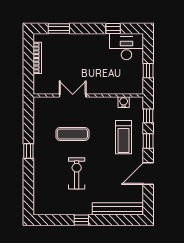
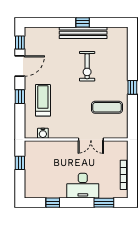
desk: (126, 47) -> (83, 186), moved
window: (148, 116) -> (20, 42), moved
exercise mat: (72, 134) -> (107, 107), moved
bench: (118, 209) -> (83, 33), moved

